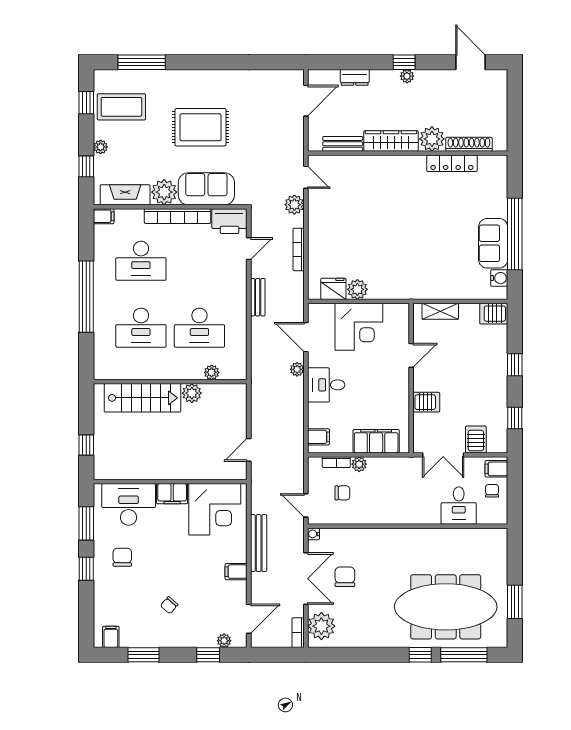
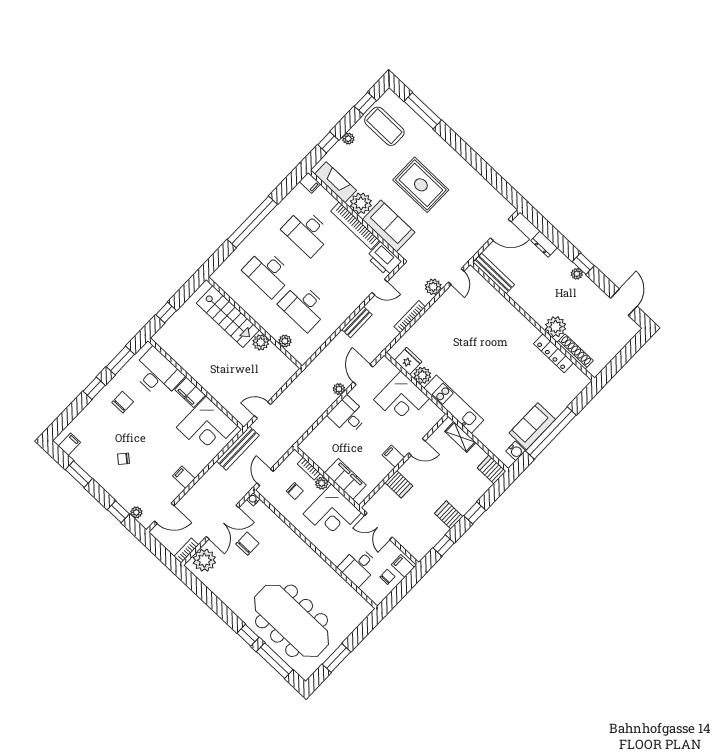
wardrobe: (391, 141) -> (529, 304), removed
bench: (343, 144) -> (494, 274), width x1.36
kitchen unit: (408, 289) -> (454, 404), added
filing cabinet: (319, 437) -> (393, 456), moved, turned 180
server rack: (476, 439) -> (449, 515), moved, turned -90
corner desk: (393, 481) -> (332, 513), added
bench: (259, 543) -> (238, 448), moved

